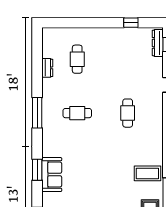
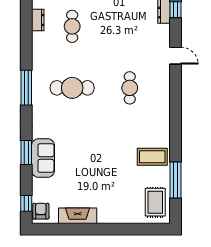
dresser: (47, 68) -> (38, 20), moved
cafe table: (77, 113) -> (72, 88), width x1.37, depth x1.35

